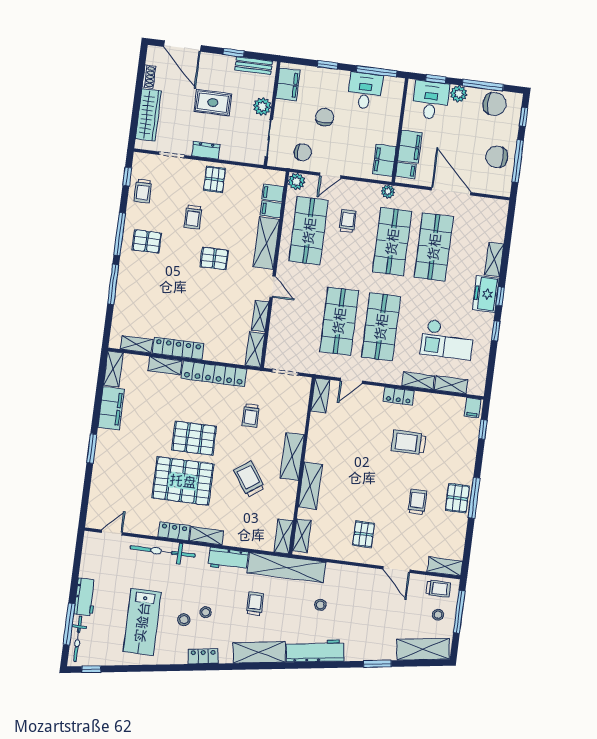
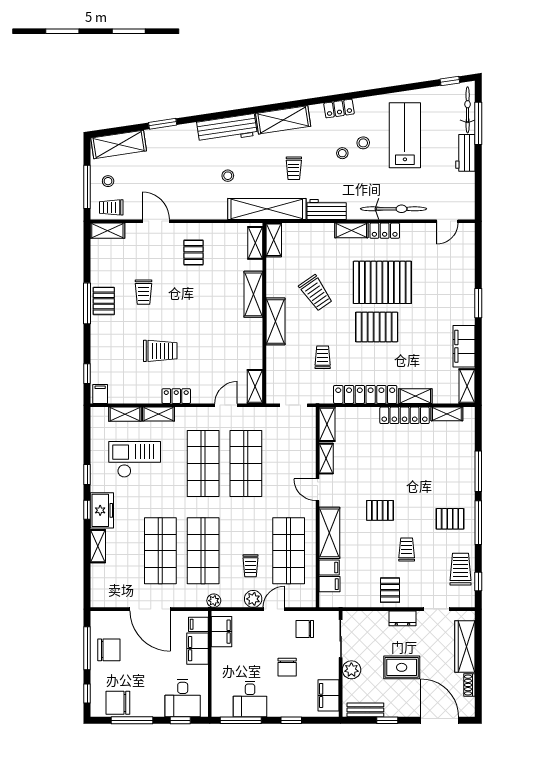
plant: (459, 94) -> (155, 708), removed
plant: (296, 181) -> (253, 599), moved
trolley: (143, 191) -> (460, 569), width x1.36, depth x1.39

